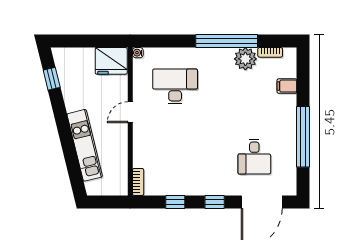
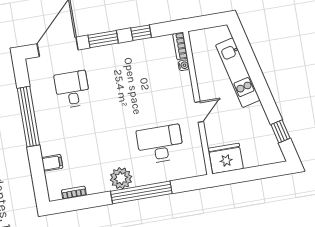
window: (227, 41) -> (141, 192), moved
water cooler: (138, 53) -> (184, 65), moved
plant: (245, 59) -> (121, 178), moved
desk: (175, 86) -> (160, 144), turned 180
window: (215, 202) -> (103, 39), width x1.50

